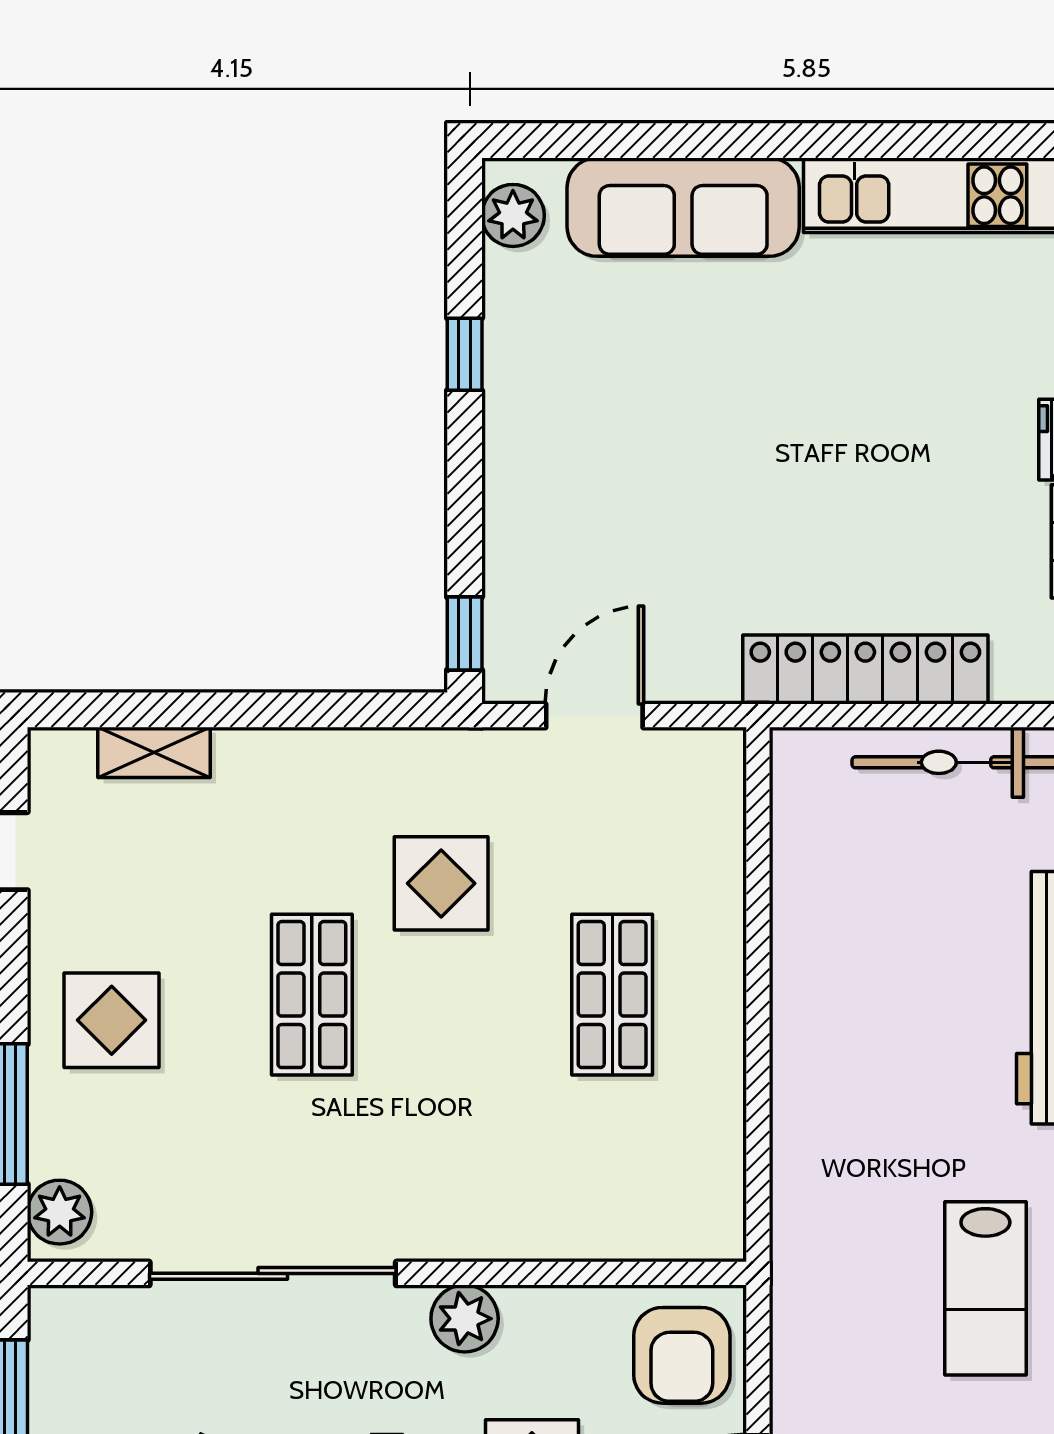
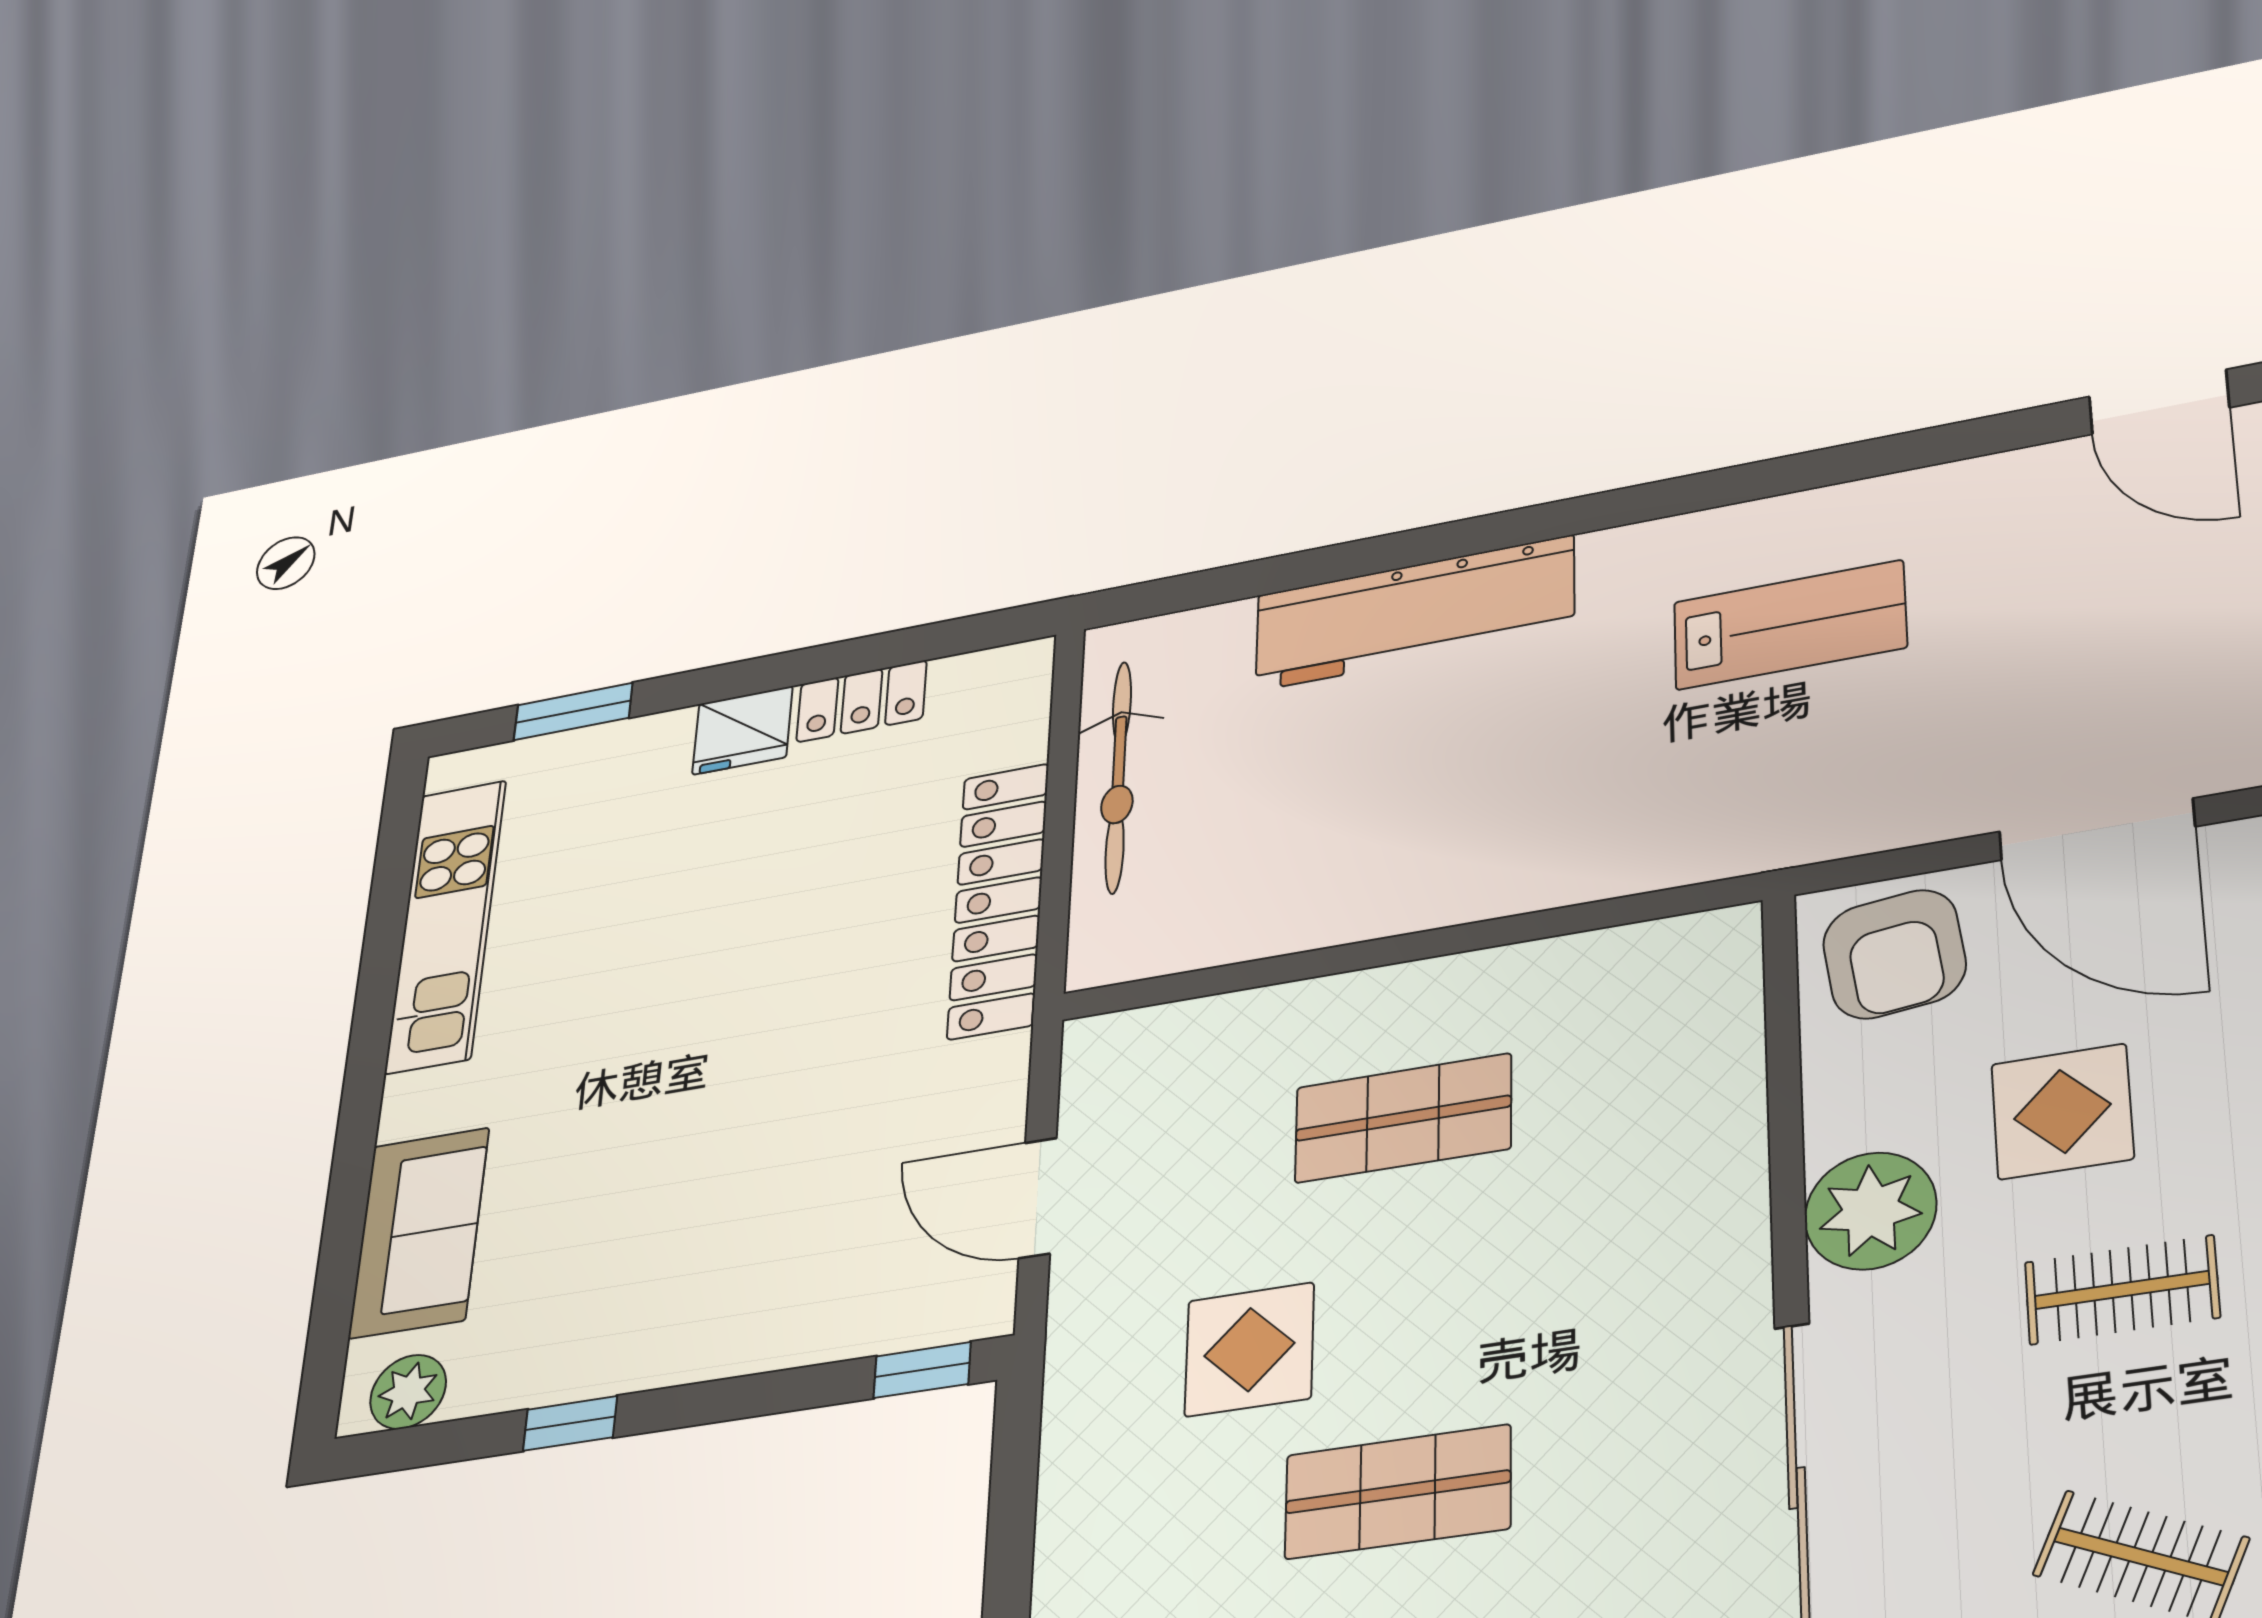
sofa: (683, 207) -> (419, 1233), width x0.73
plant: (465, 1319) -> (1870, 1211), width x1.36, depth x1.36
armchair: (682, 1355) -> (1894, 954), turned 83

